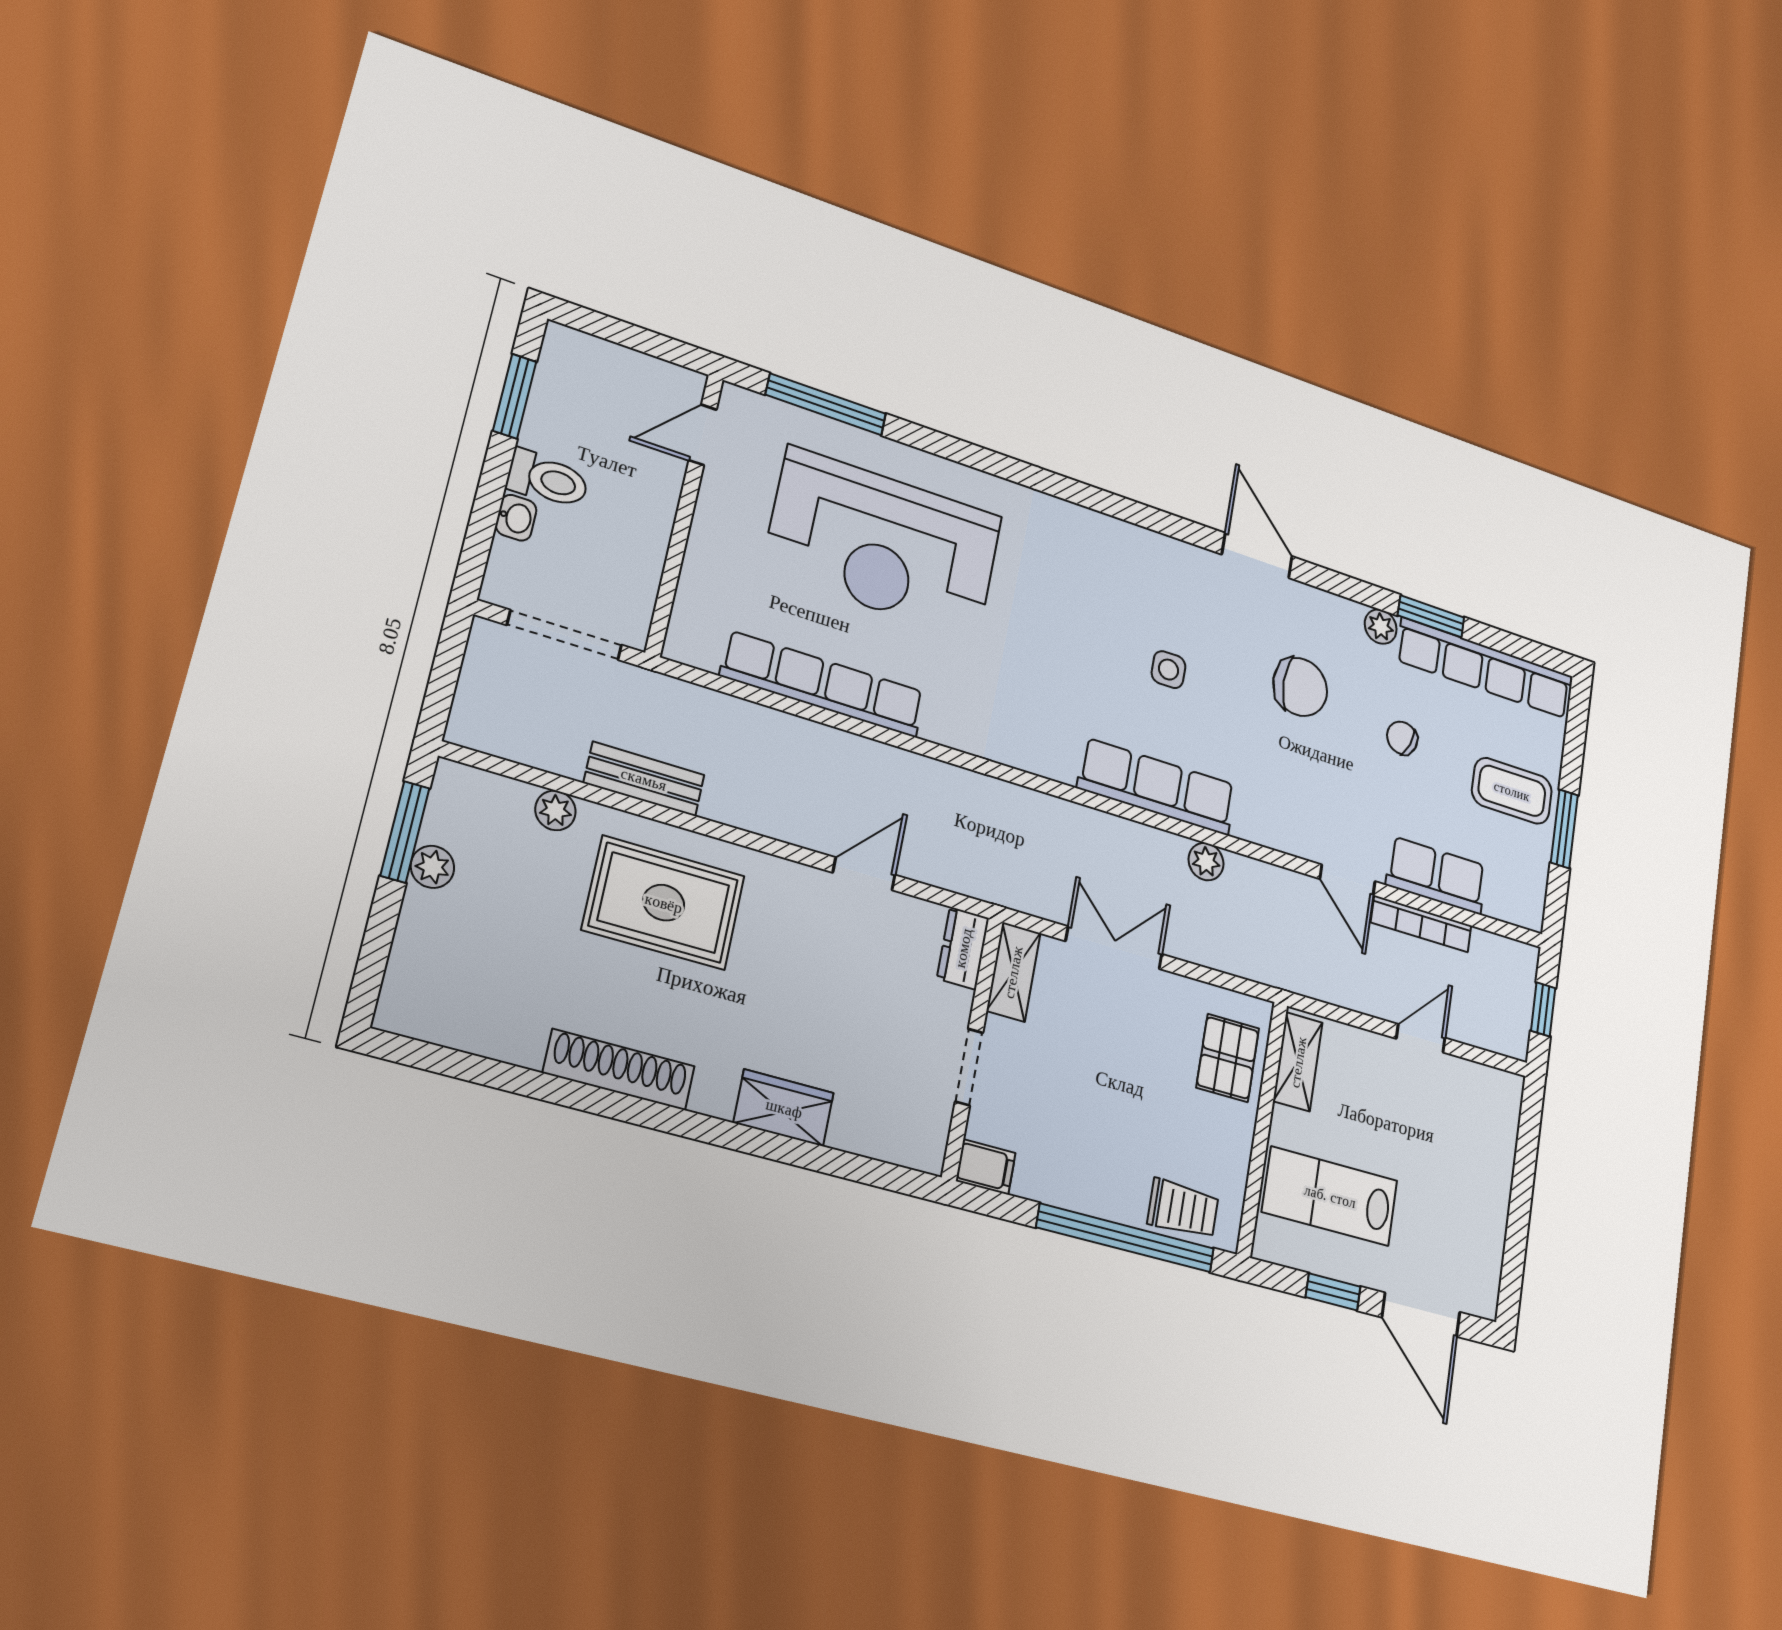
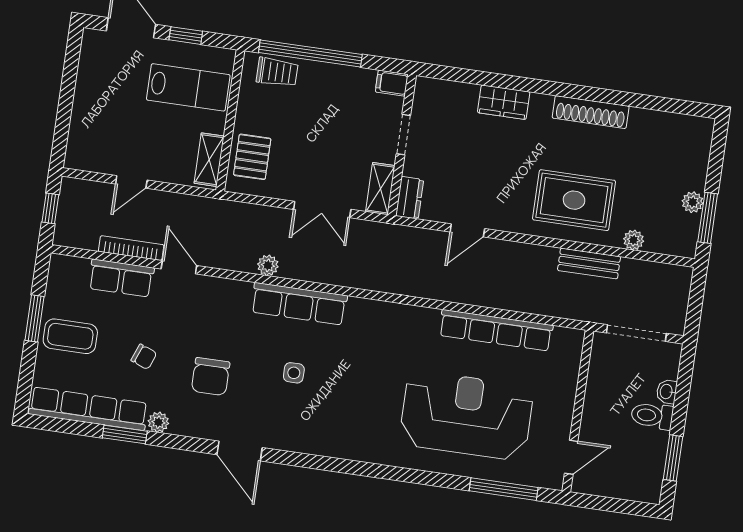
chair: (1300, 687) -> (211, 377), turned -90
trolley: (1183, 1209) -> (277, 72), turned 180

